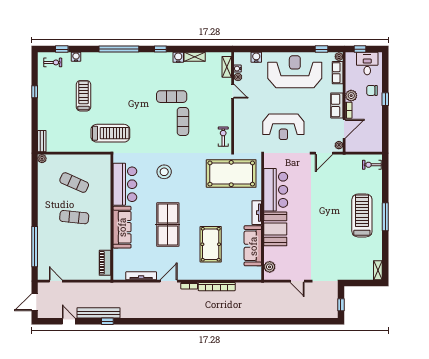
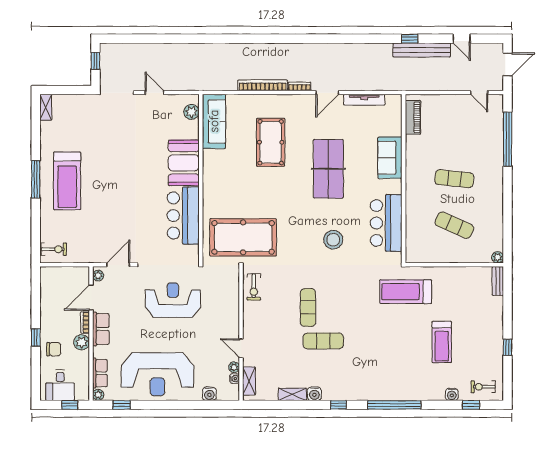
tv unit: (257, 213) -> (209, 185), removed
sofa: (122, 227) -> (390, 158), width x0.73
sofa: (253, 246) -> (214, 121), moved

